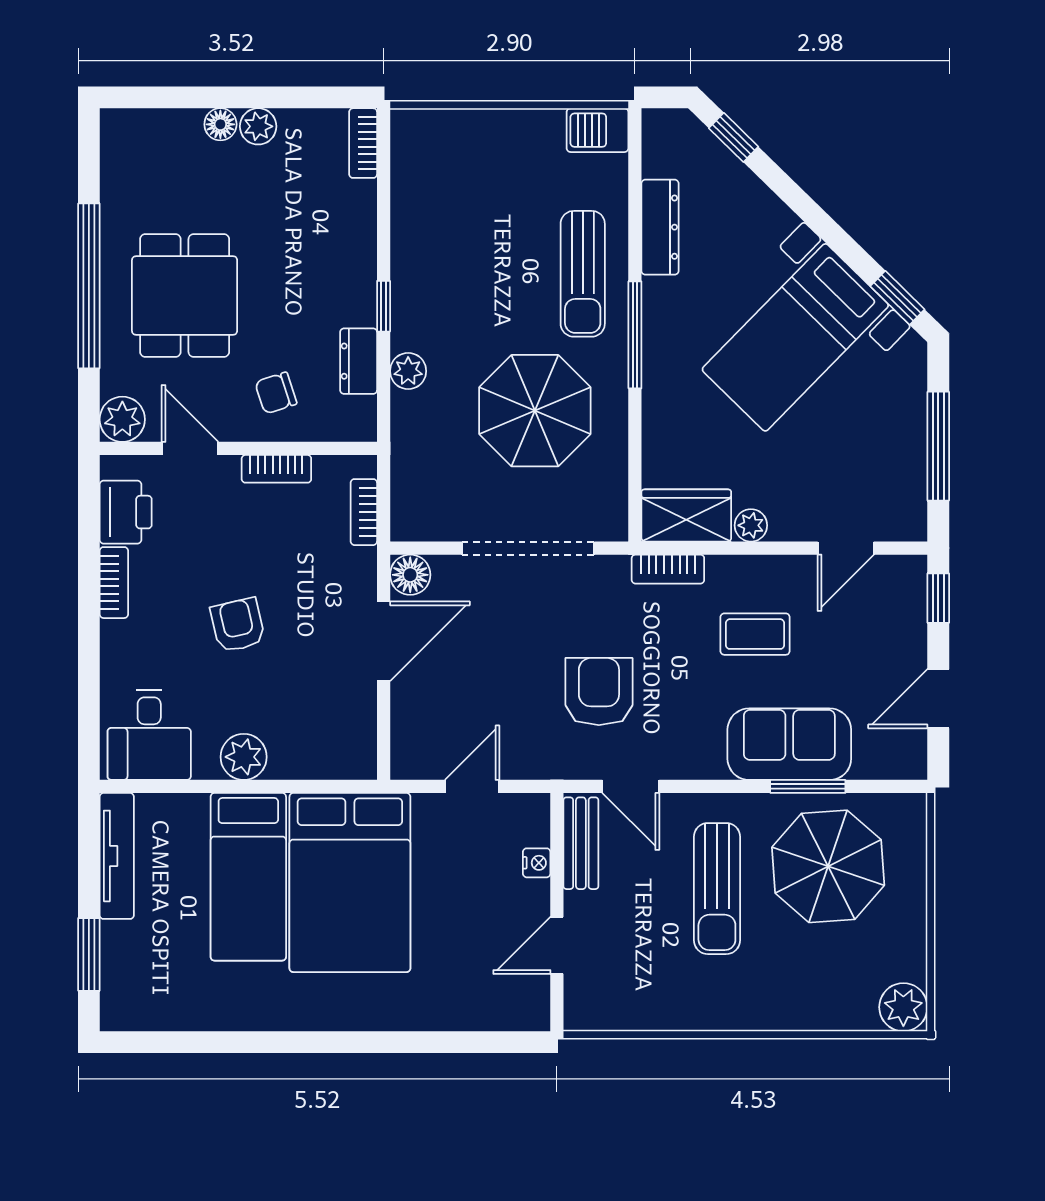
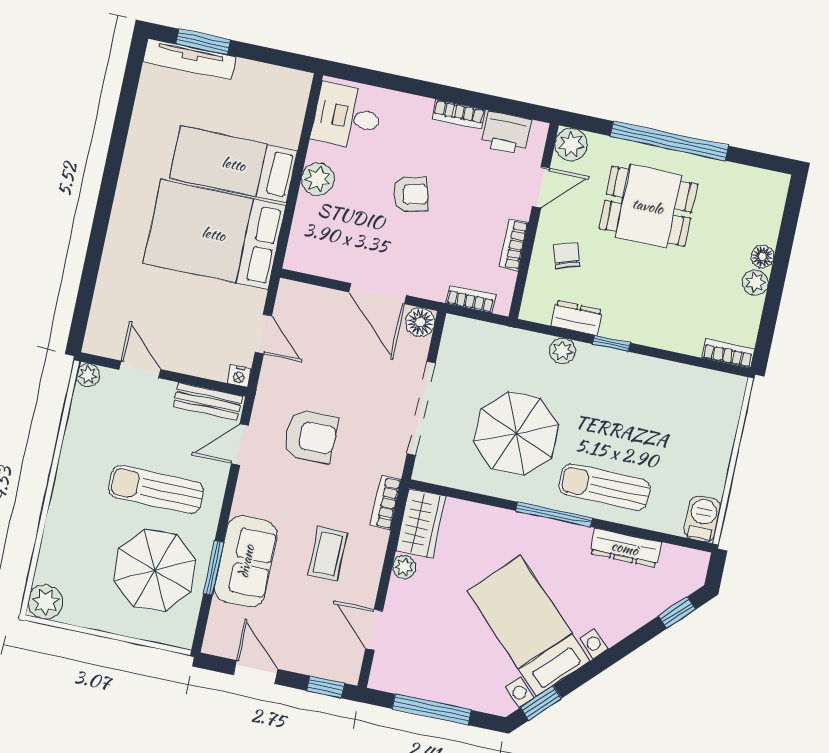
tv unit: (117, 856) -> (189, 59), moved
nightstand: (537, 863) -> (239, 376), moved
plant: (580, 1015) -> (88, 375), added

